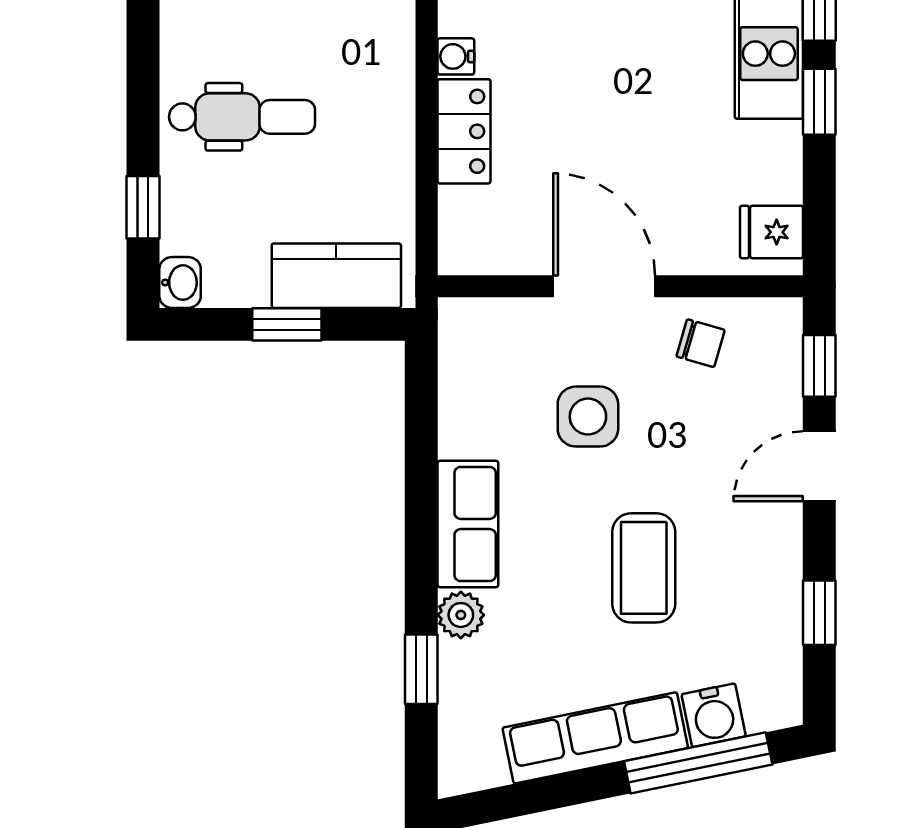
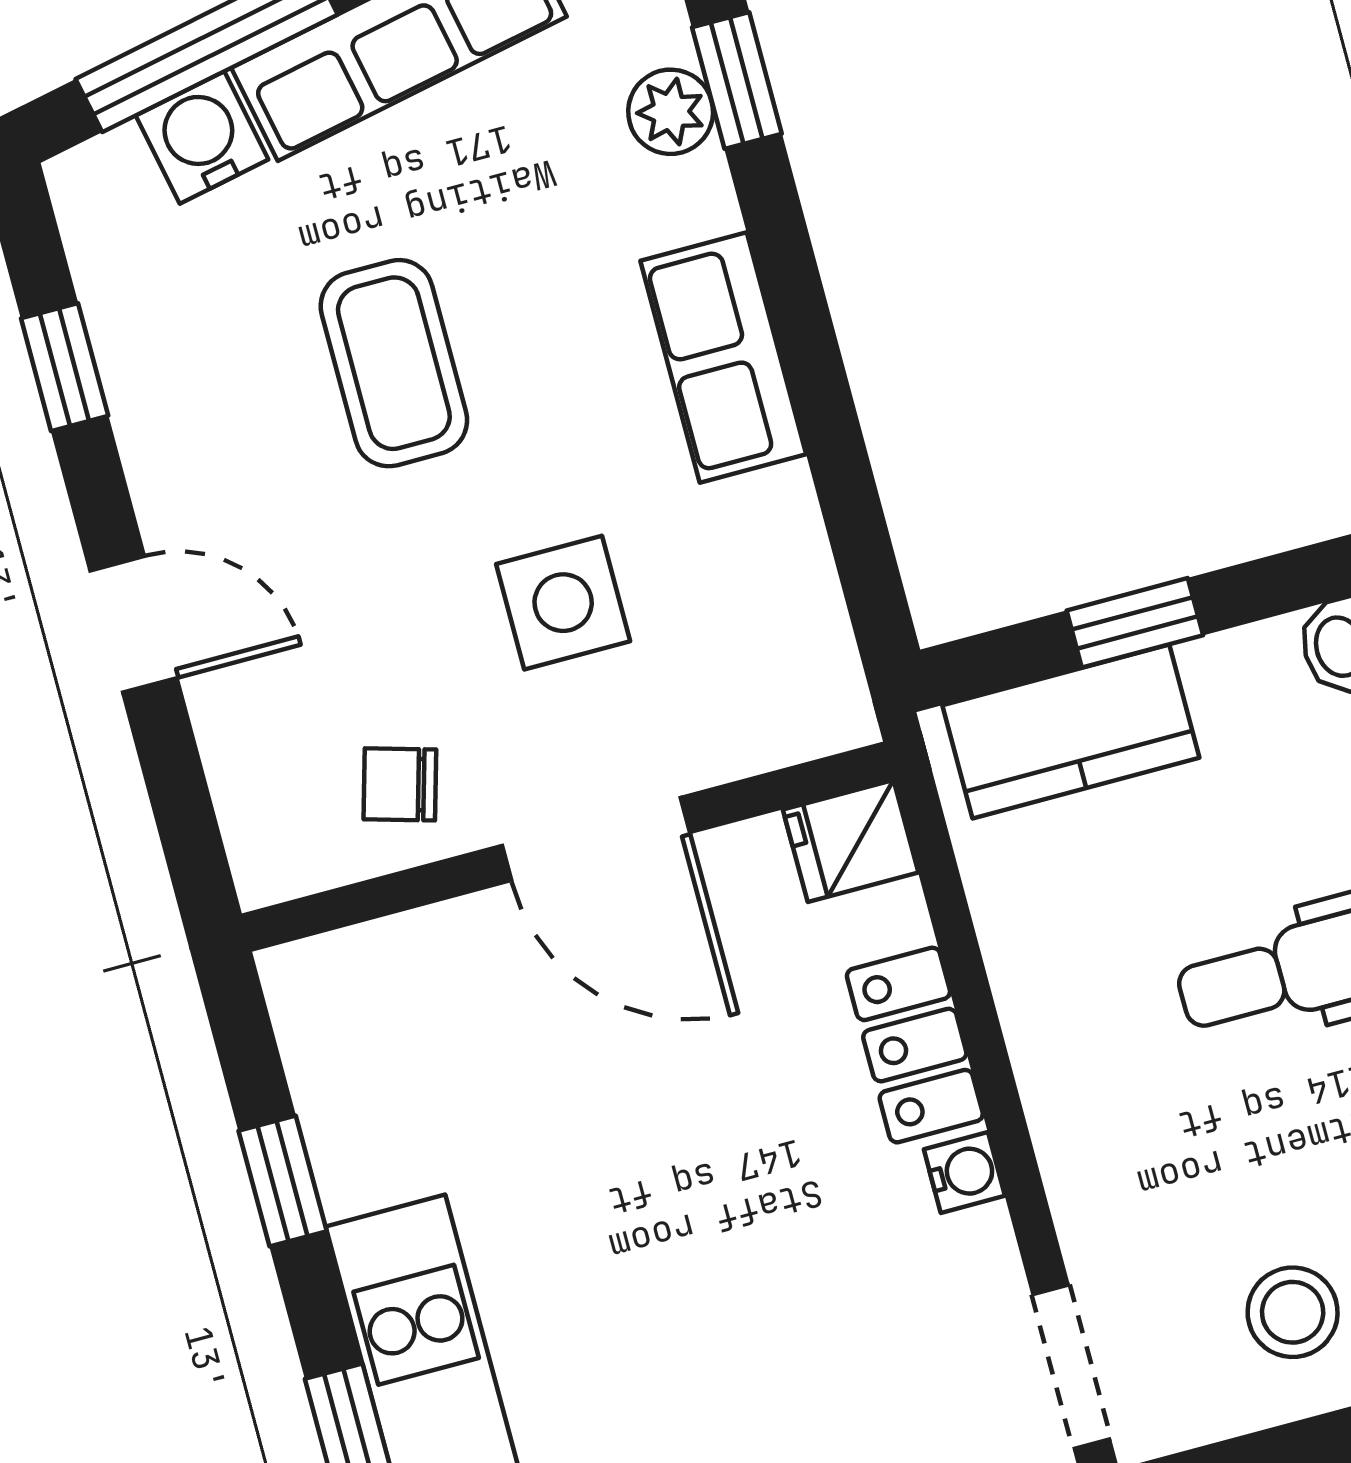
window: (819, 102) -> (283, 1181), moved
fridge: (772, 232) -> (851, 841), moved, turned 180
window: (819, 366) -> (181, 800), removed
door: (819, 466) -> (133, 624), hinge flipped
plant: (461, 615) -> (671, 112), moved

